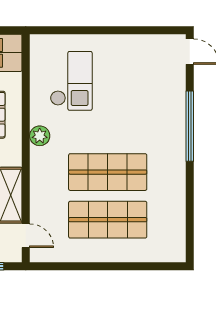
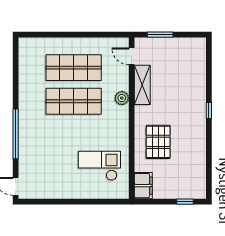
checkout: (71, 81) -> (99, 166), turned 90
plant: (40, 136) -> (122, 98), moved

